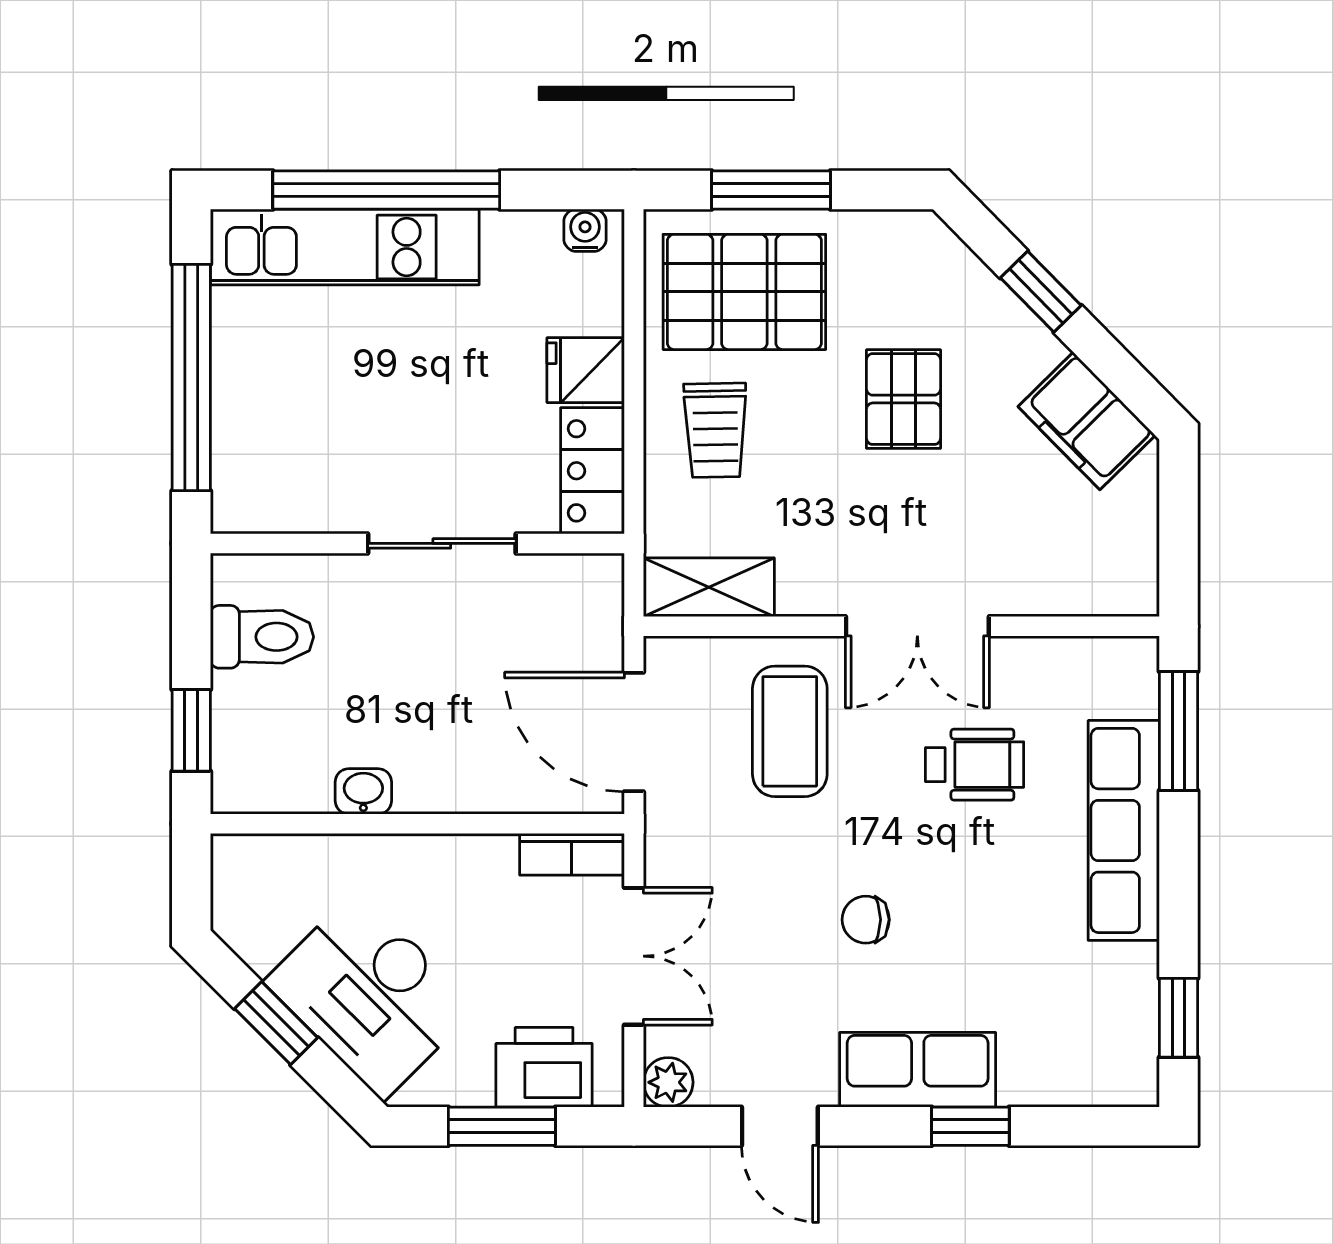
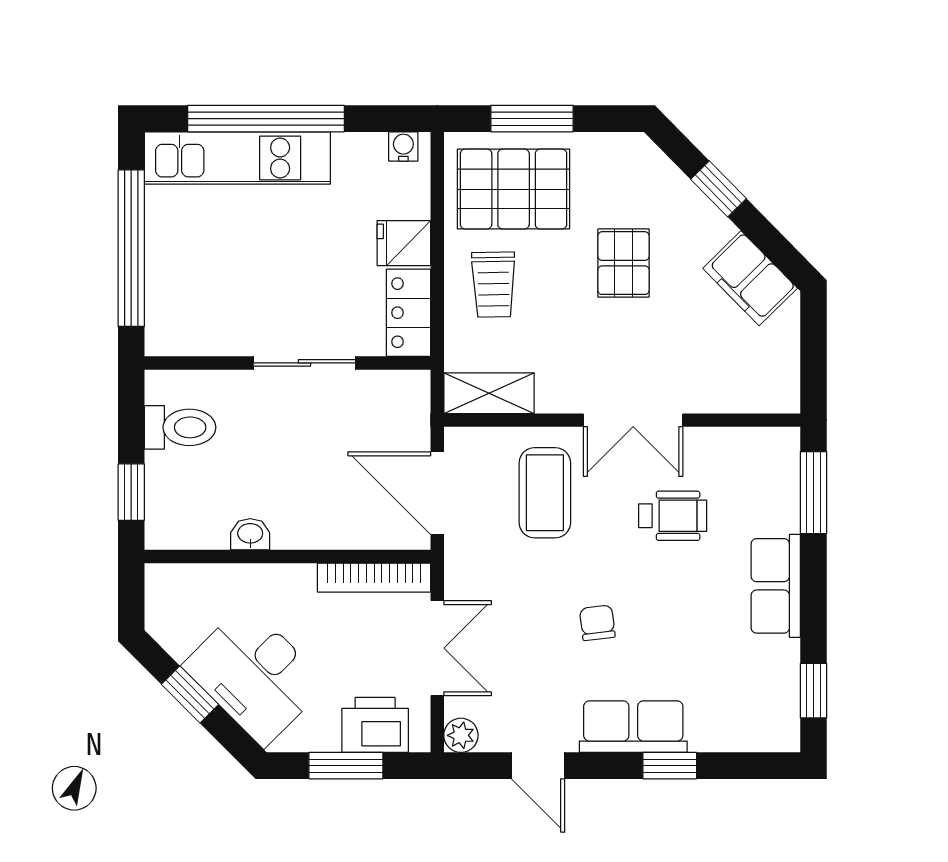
row of seats: (1124, 830) -> (776, 586), width x0.68
bookcase: (572, 854) -> (374, 578), width x1.56
chair: (866, 920) -> (597, 623), turned 83

